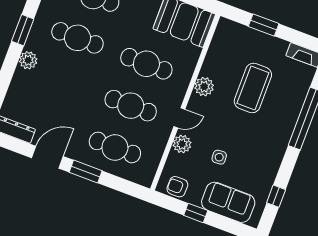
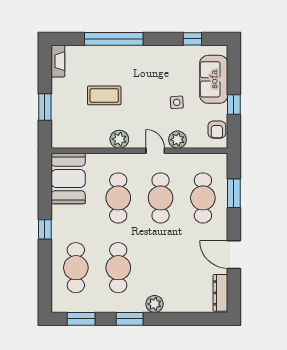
coffee table: (253, 88) -> (104, 95), width x0.73, depth x0.76
window: (86, 172) -> (234, 193), moved

